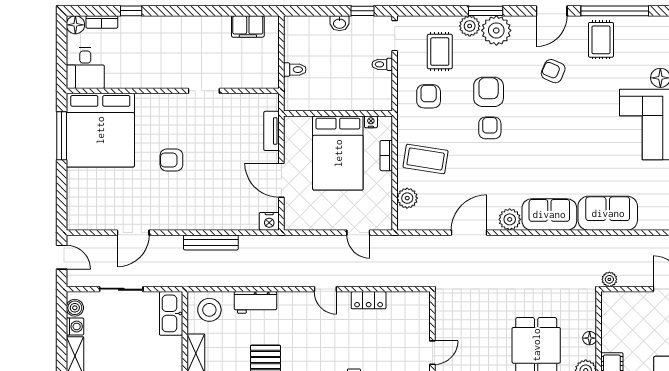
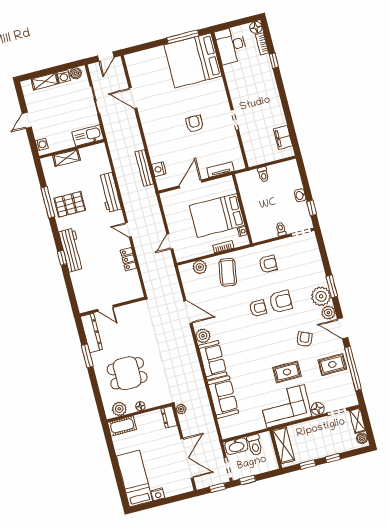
plant: (470, 26) -> (328, 313), moved
rug: (440, 52) -> (287, 372), moved
desk: (85, 68) -> (231, 45), width x1.37
armchair: (171, 160) -> (195, 124), moved
nightstand: (269, 221) -> (159, 169), moved
bench: (211, 242) -> (144, 168), moved
door: (325, 289) -> (128, 230), hinge flipped
dresser: (617, 300) -> (169, 417), added
workbench: (255, 302) -> (110, 192), width x1.38
stool: (209, 310) -> (96, 159), removed

